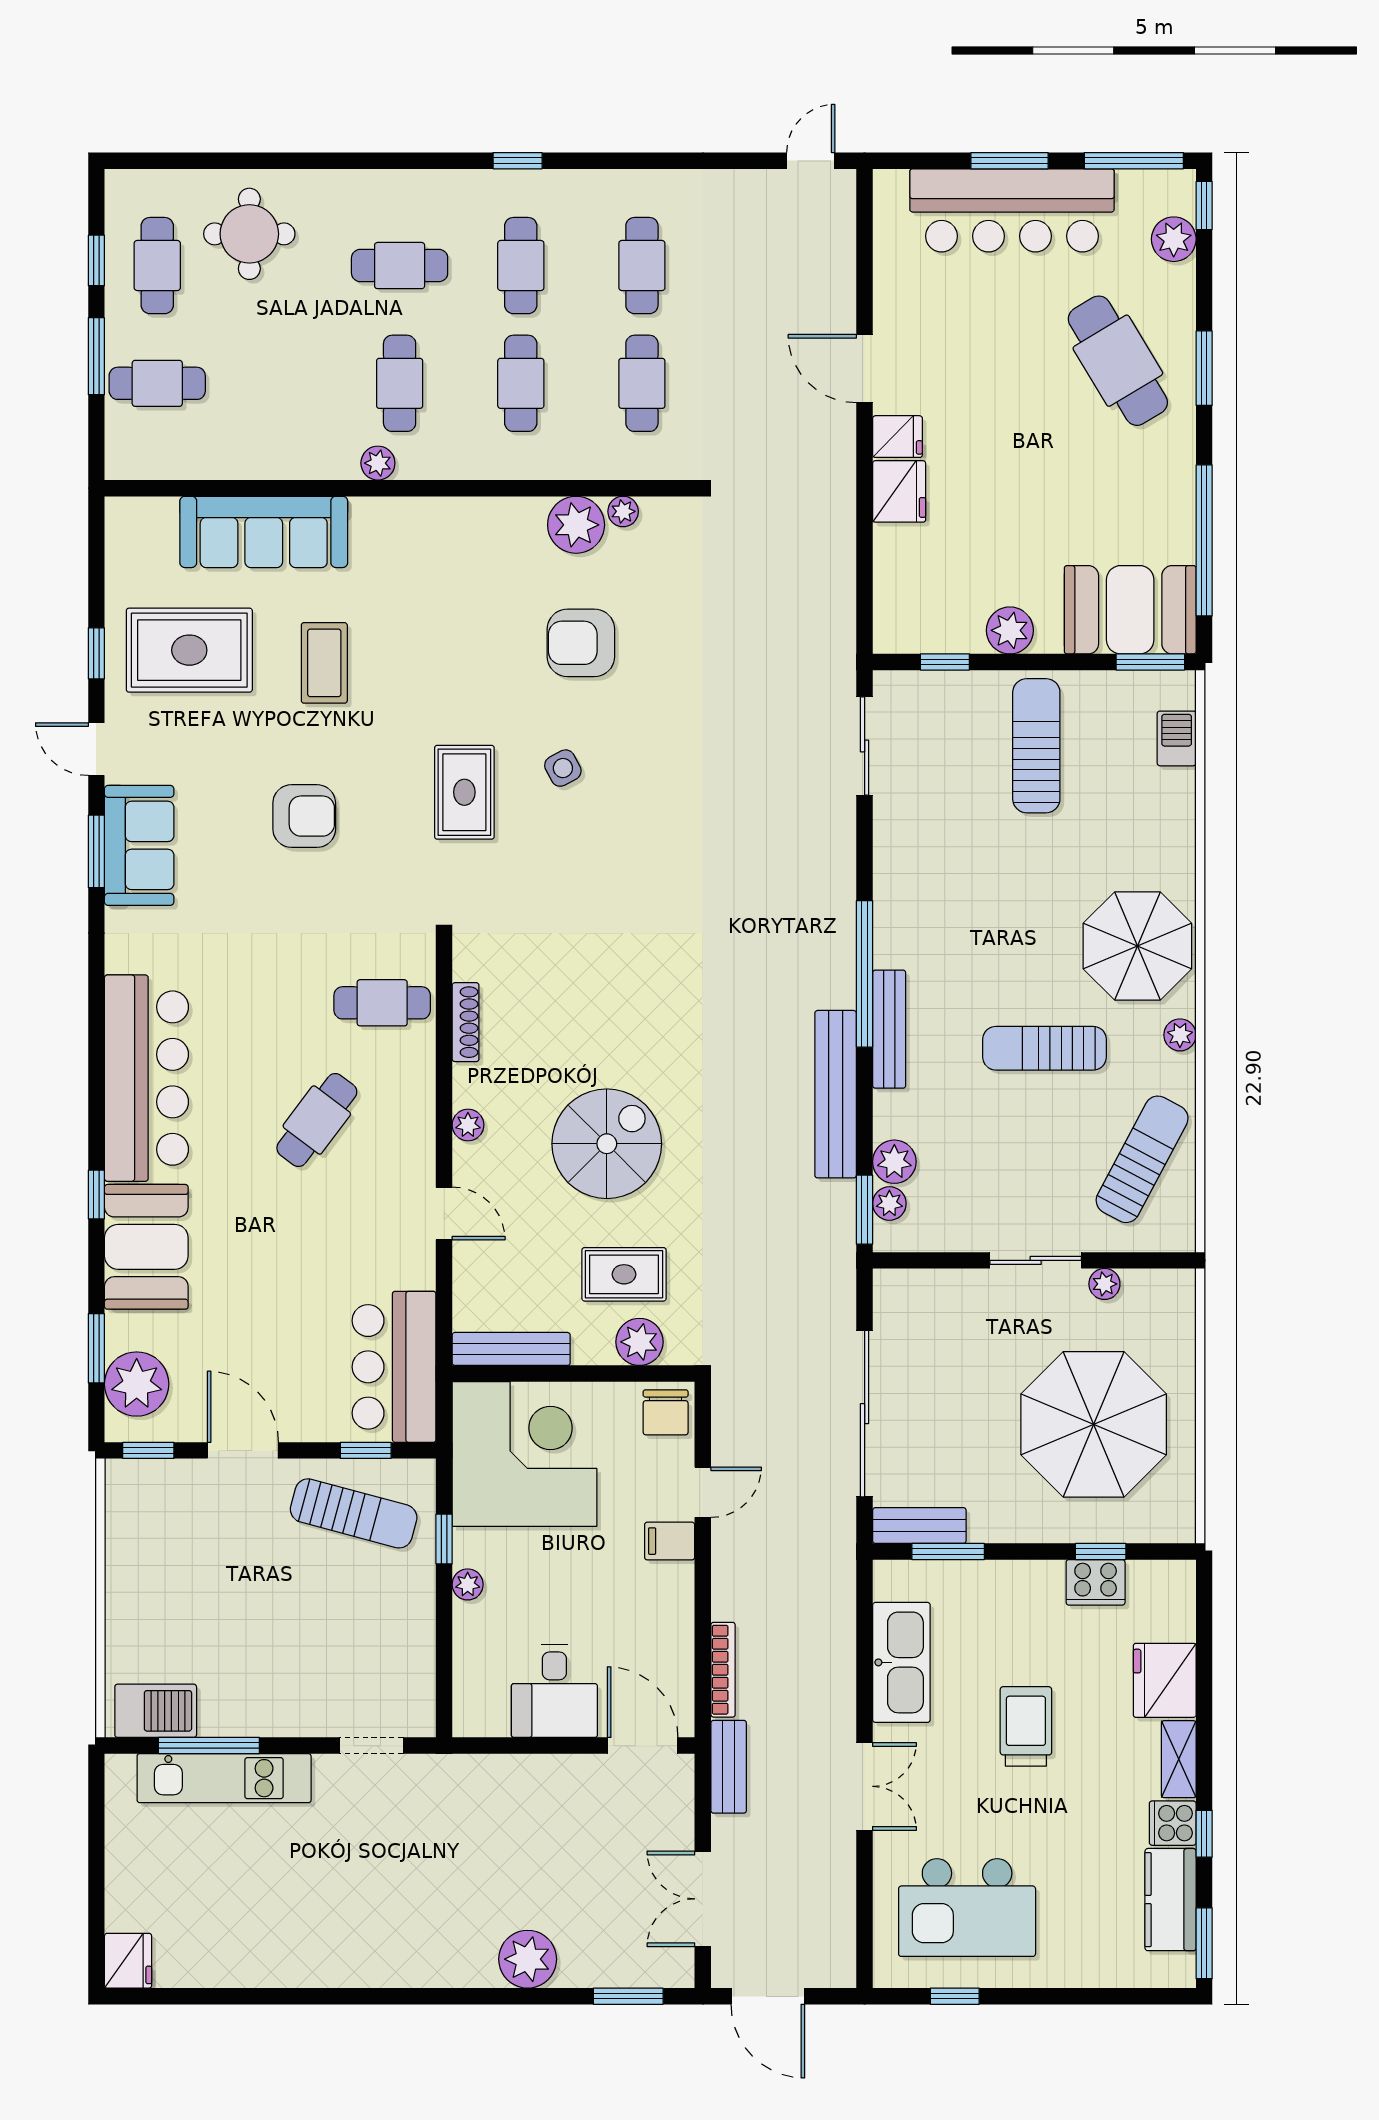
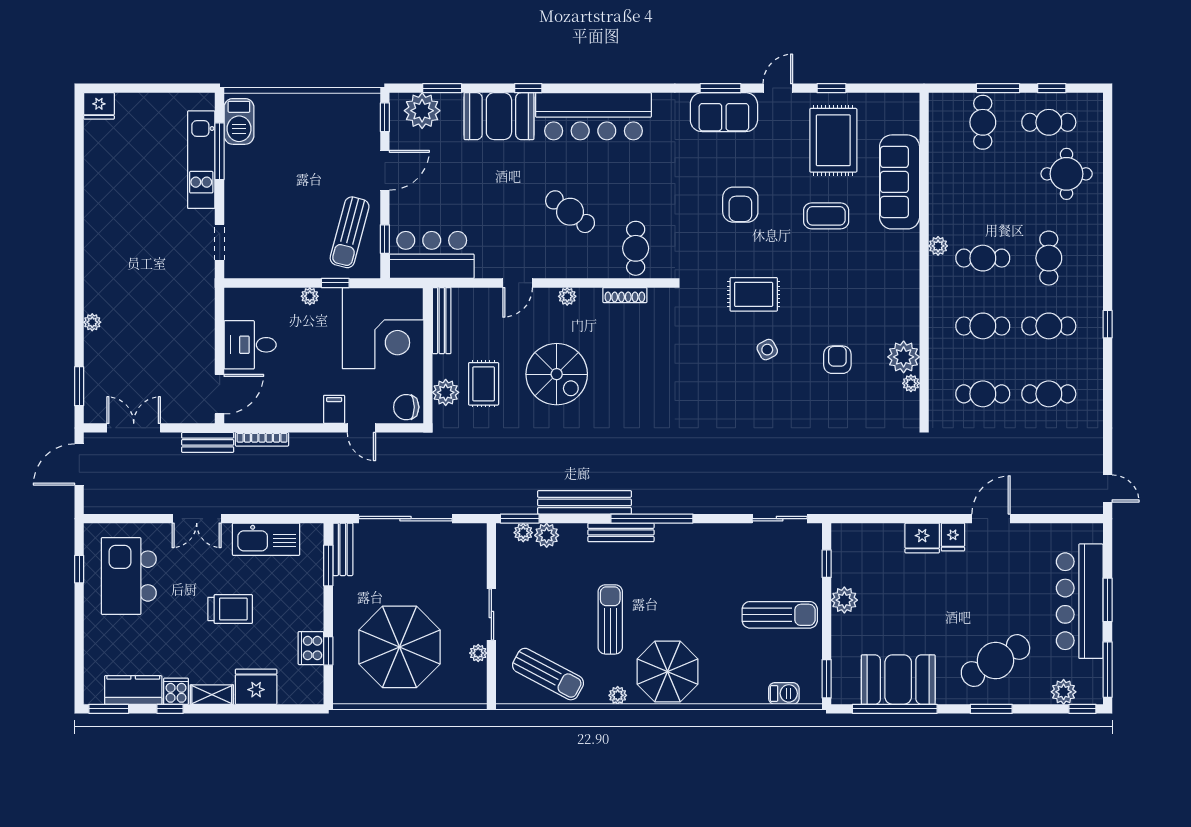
booth: (1130, 610) -> (898, 680), moved, turned 90
armchair: (581, 643) -> (837, 360), width x0.72, depth x0.72
plant: (528, 1959) -> (92, 322), width x0.53, depth x0.53

